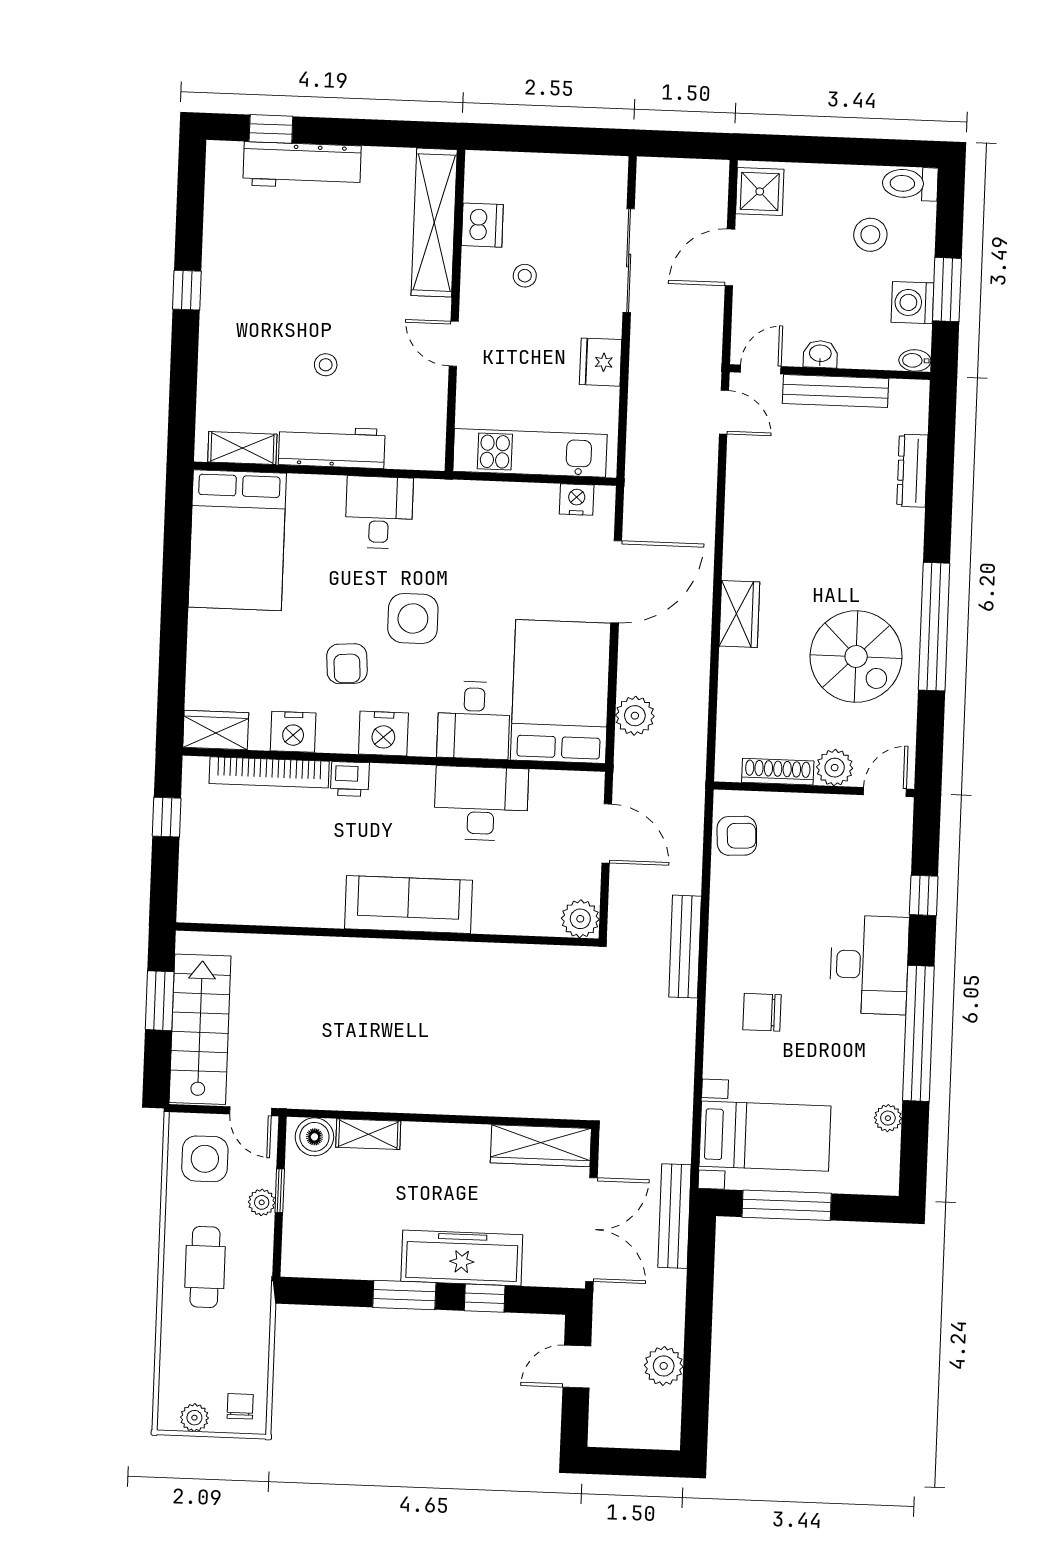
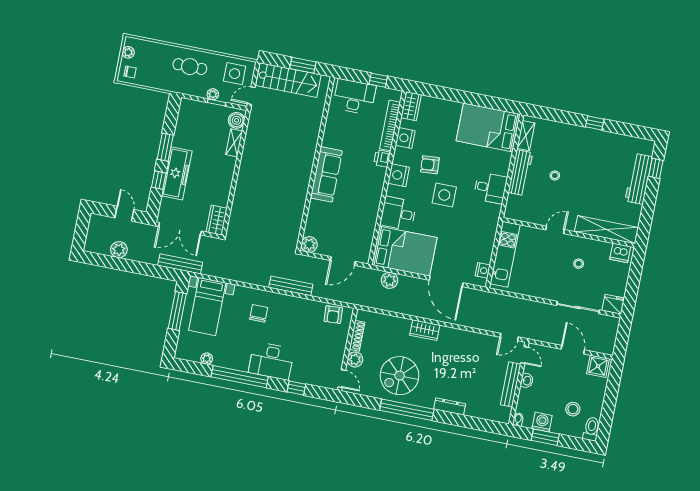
dishwasher: (482, 225) -> (620, 253), moved
fridge: (601, 362) -> (613, 304), moved
dresser: (912, 471) -> (450, 406), moved
desk: (481, 803) -> (354, 97), moved, turned -90
wardrobe: (541, 1146) -> (217, 220), width x0.67

